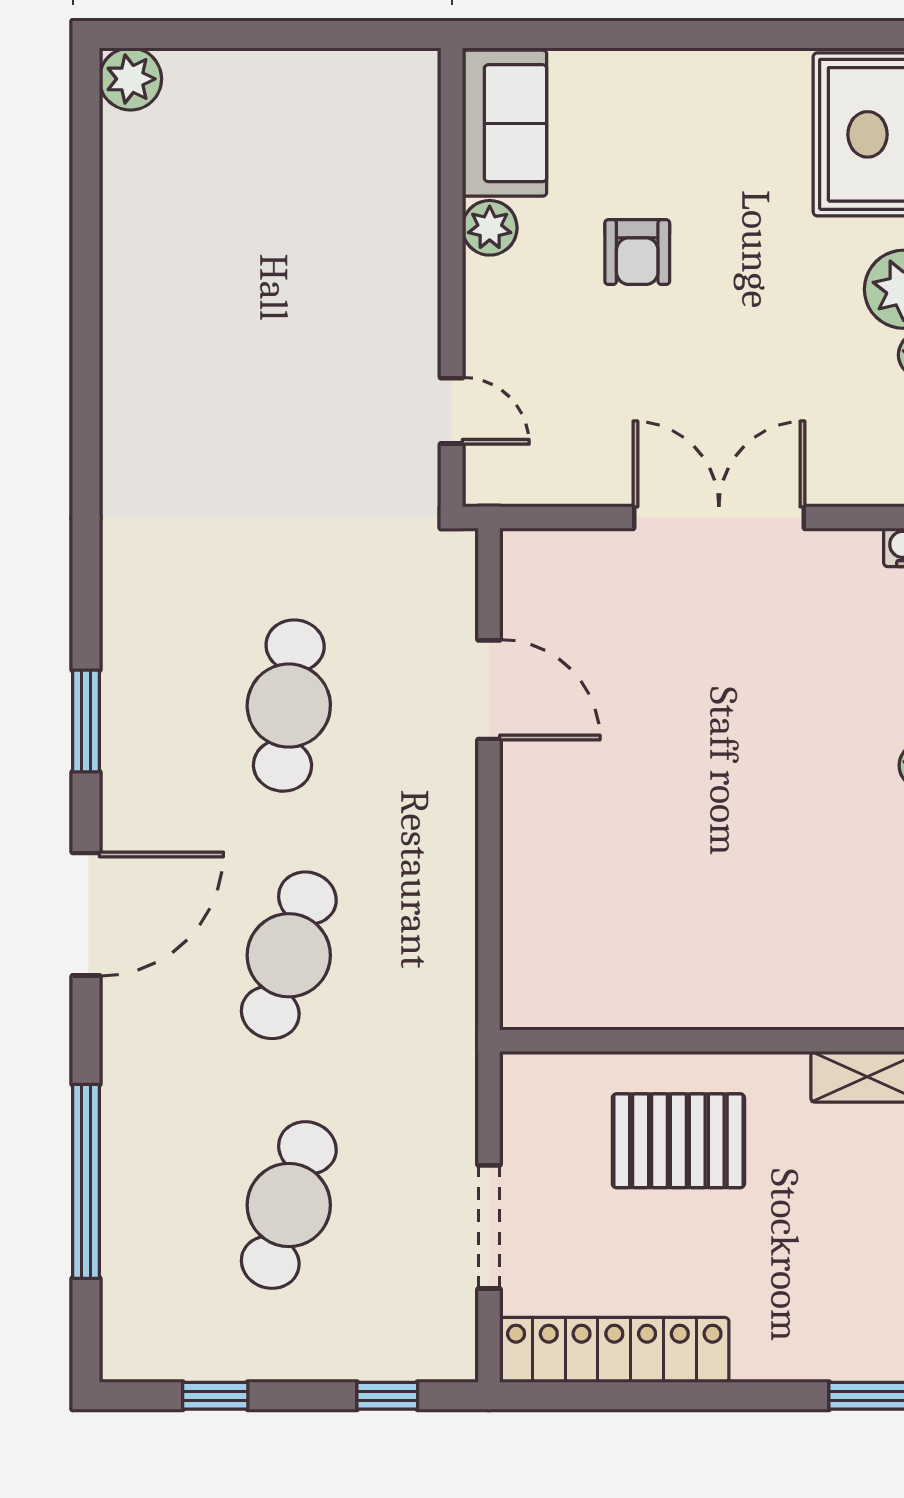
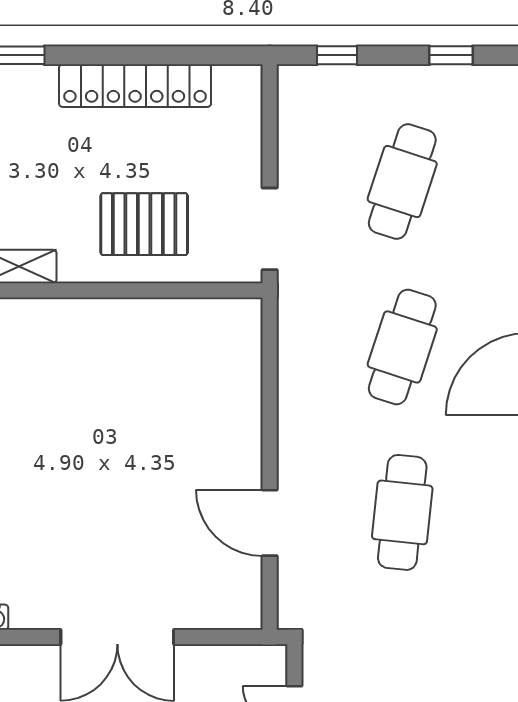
doorway: (489, 1227) -> (270, 229), moved
locker: (614, 1350) -> (135, 86), moved

